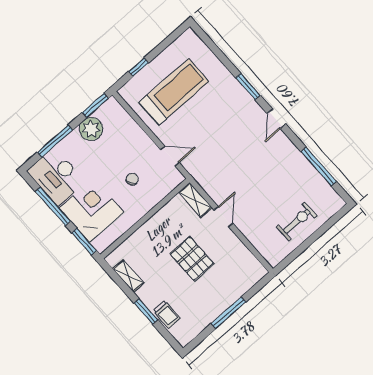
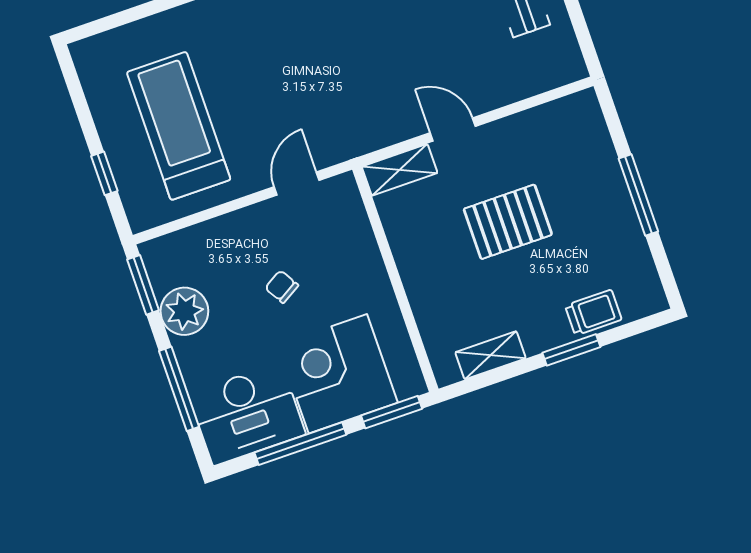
chair: (132, 179) -> (282, 287), moved

